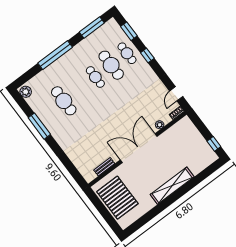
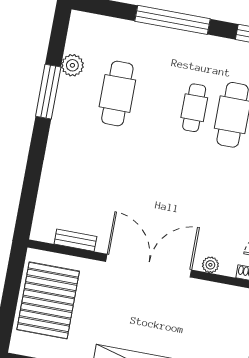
plant: (26, 92) -> (72, 65), moved

